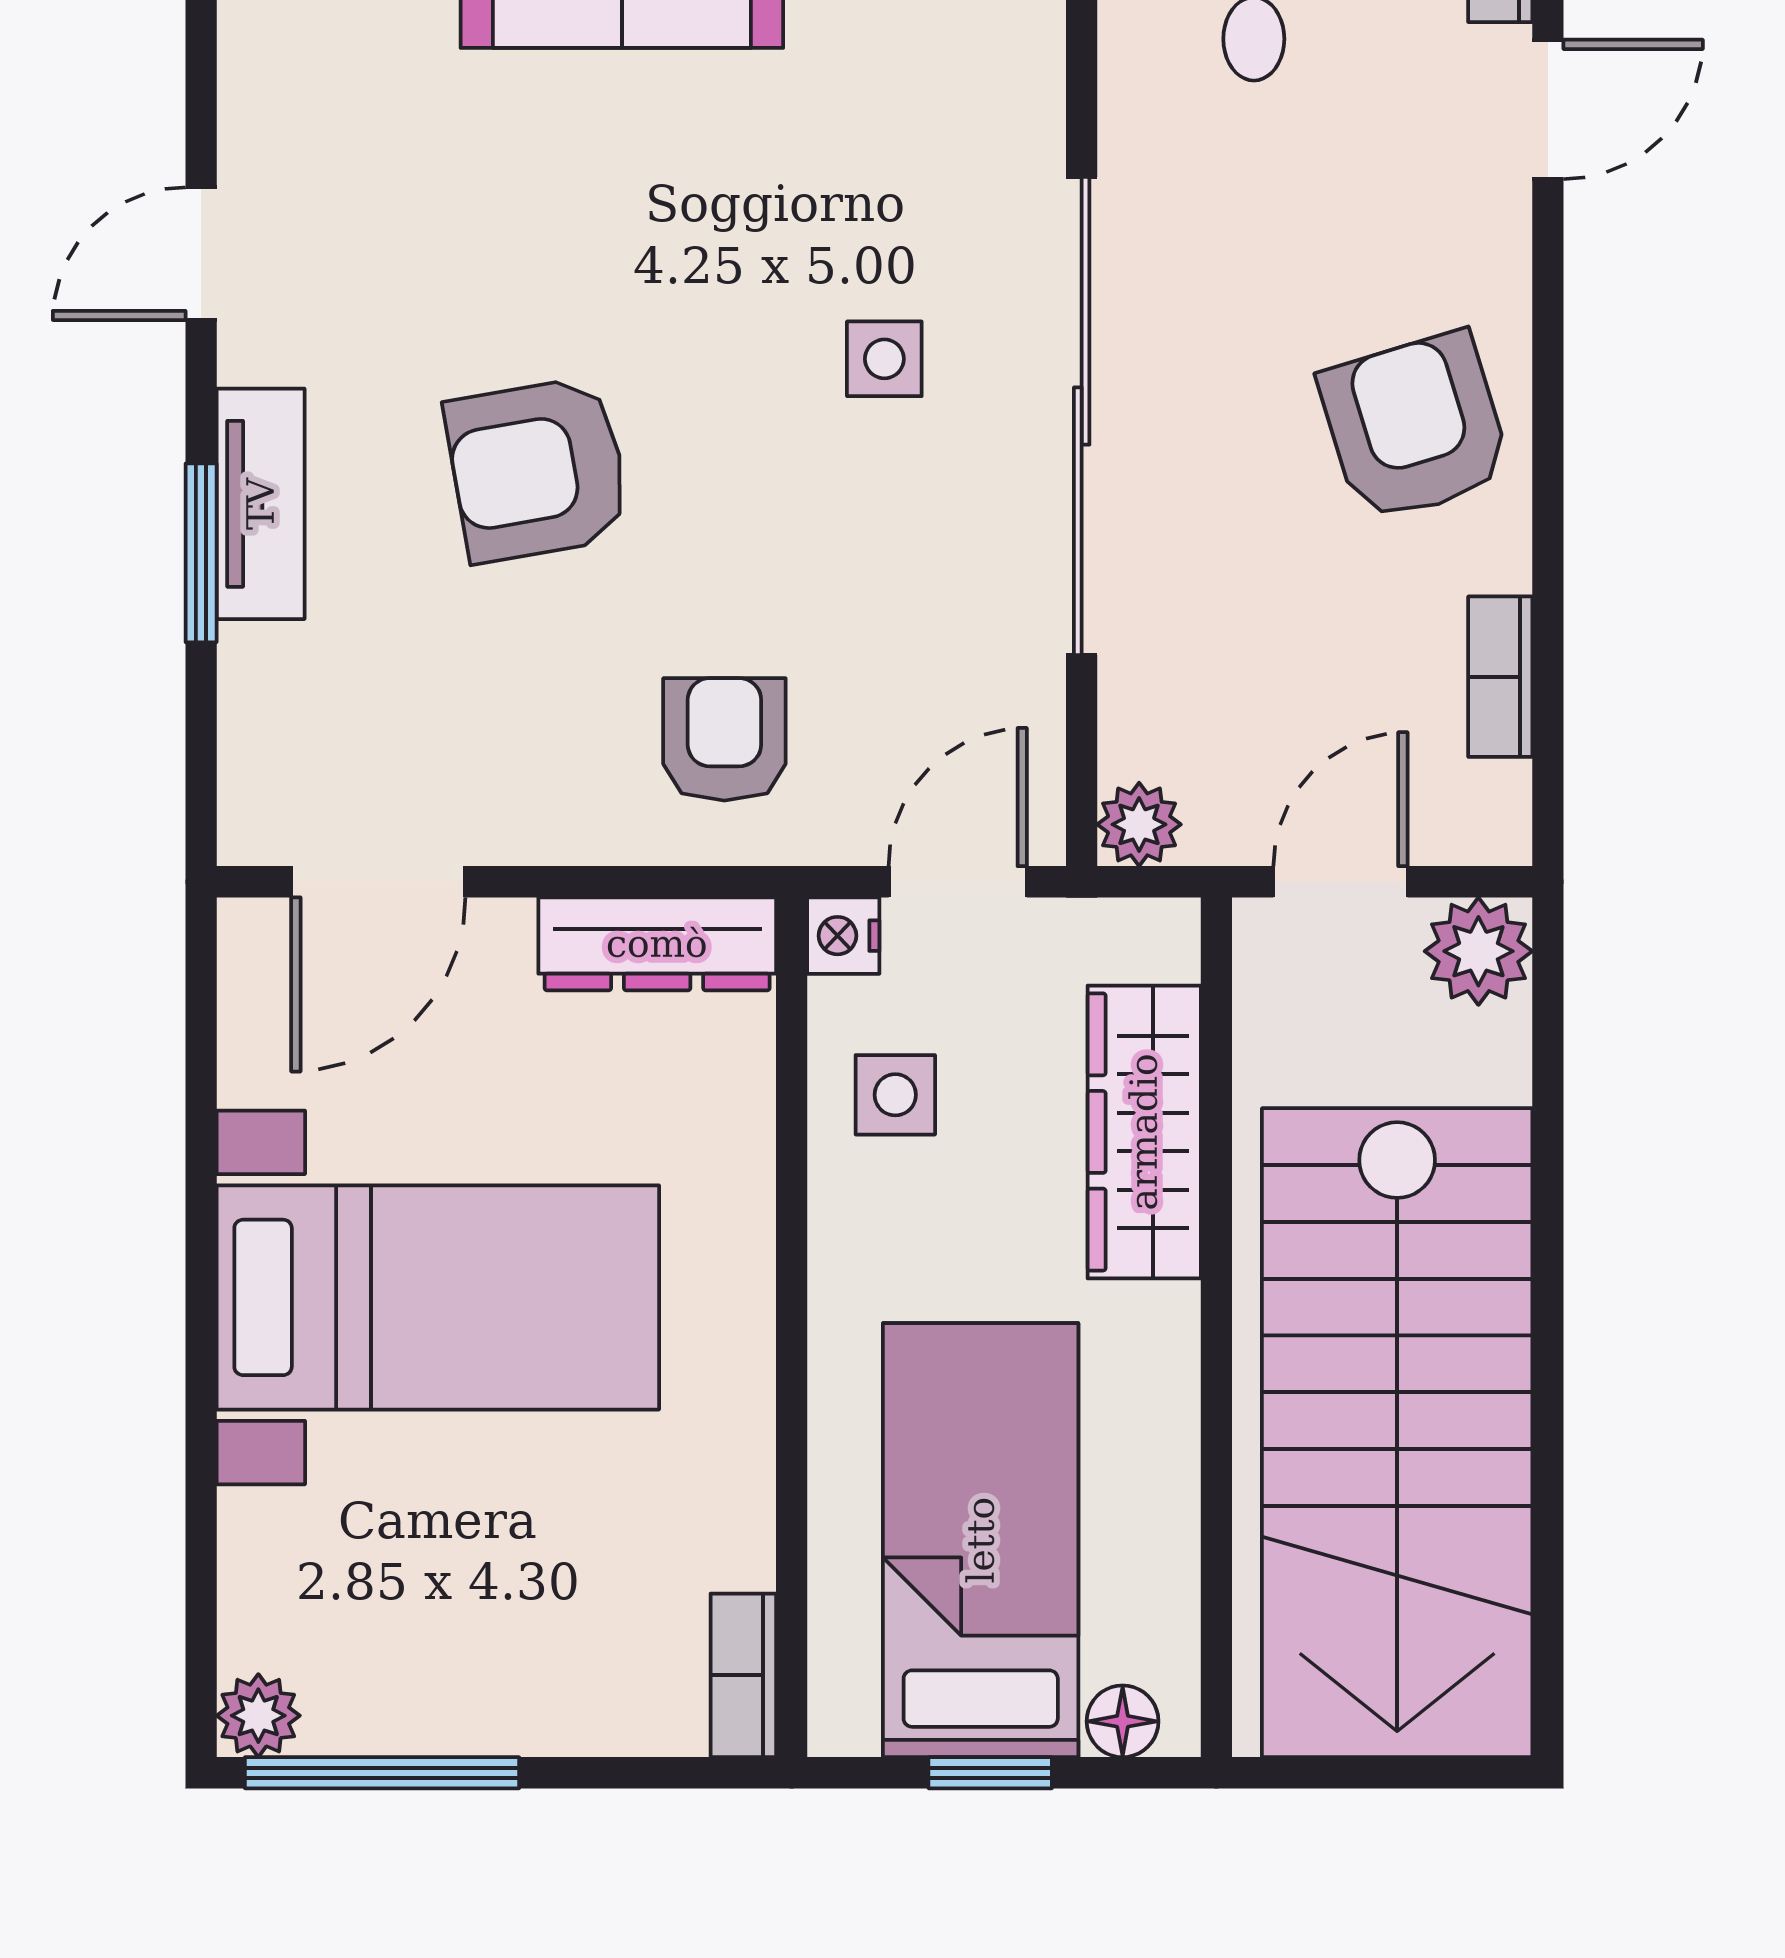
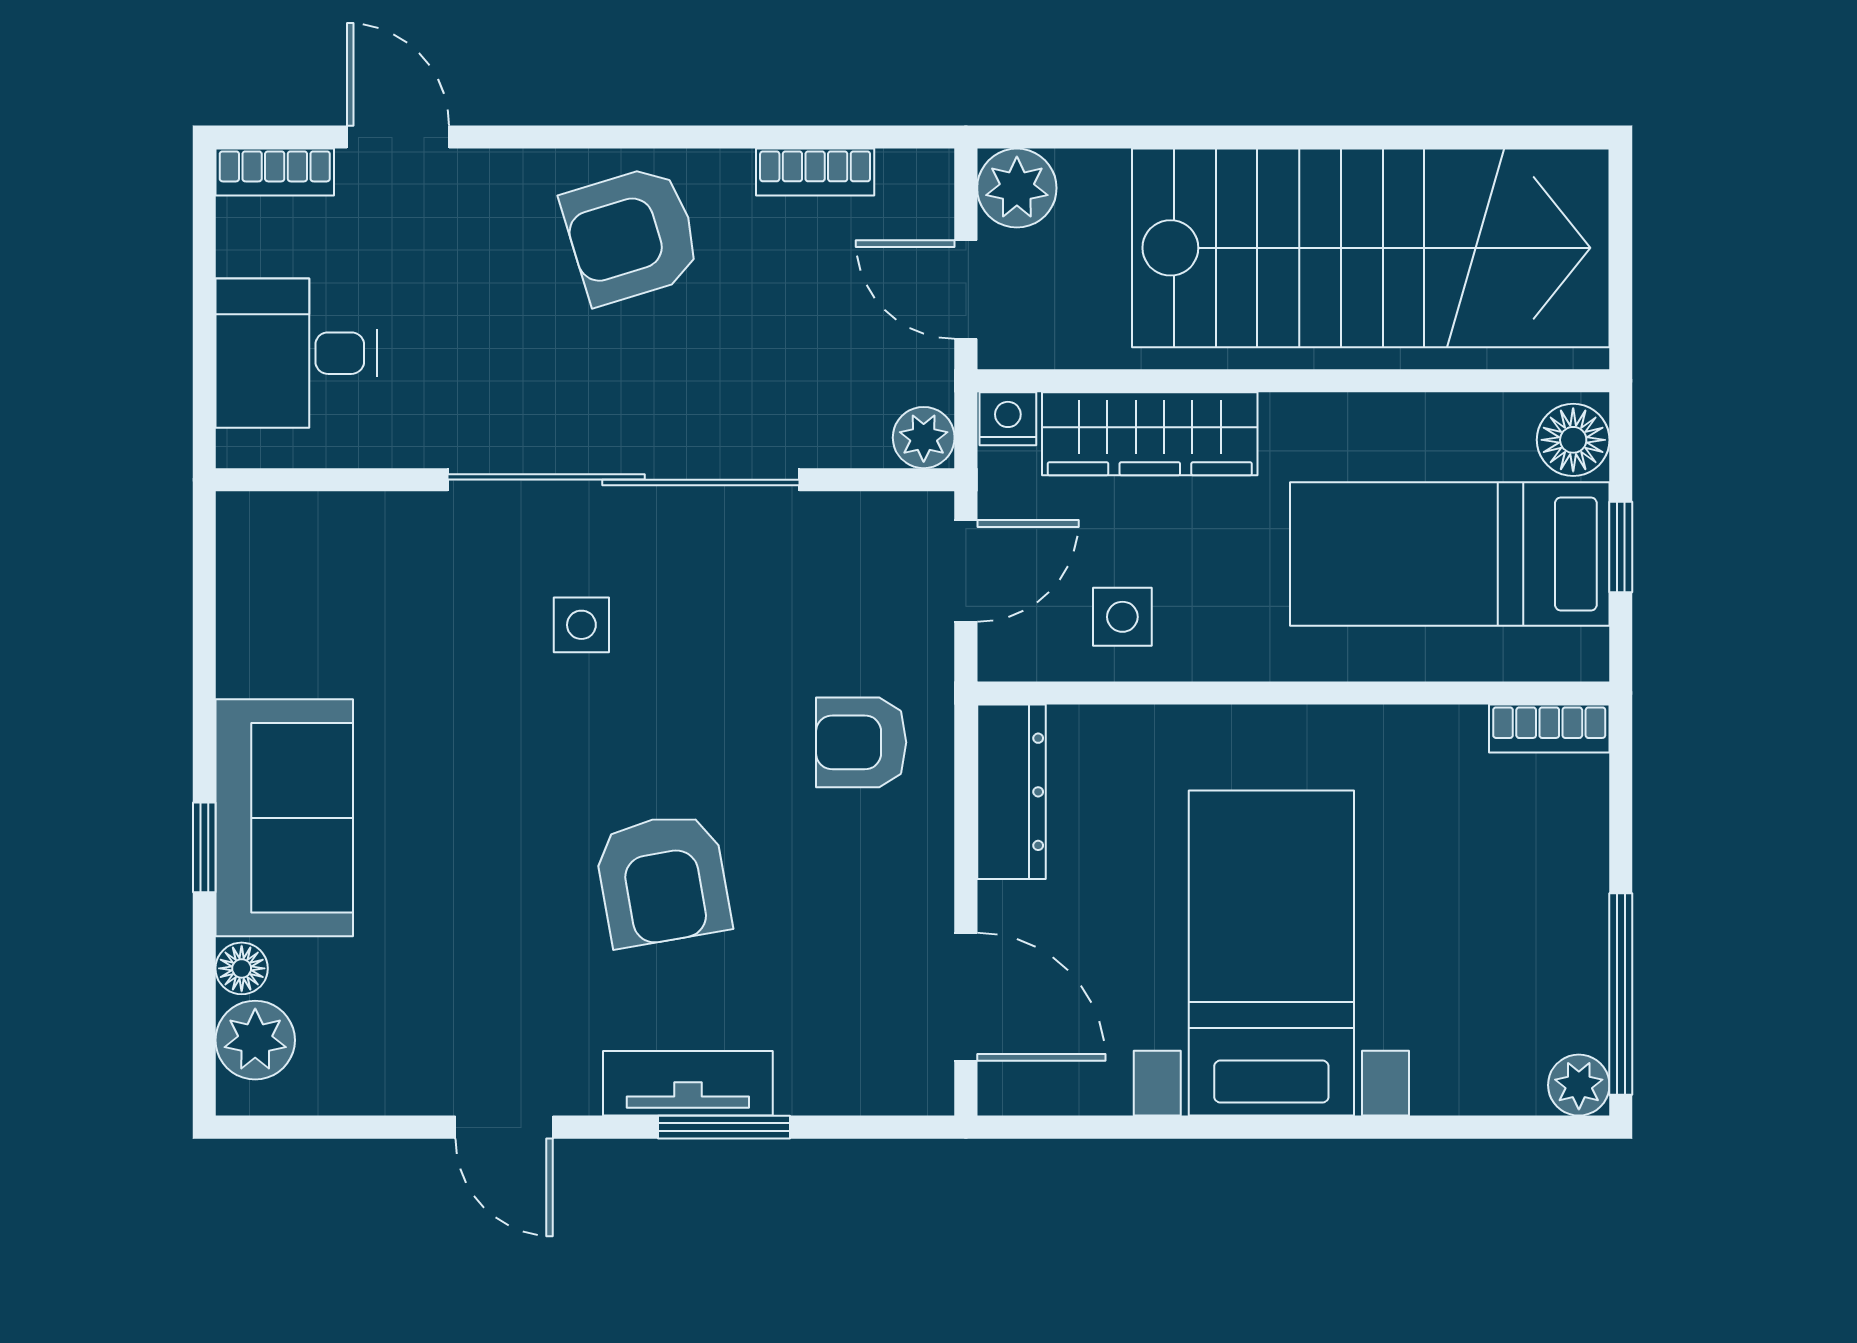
door: (958, 882) -> (966, 571), swing flipped
nightstand: (843, 936) -> (1008, 419), moved, turned 180
floor lamp: (1123, 1721) -> (1573, 440), width x1.37, depth x1.37

